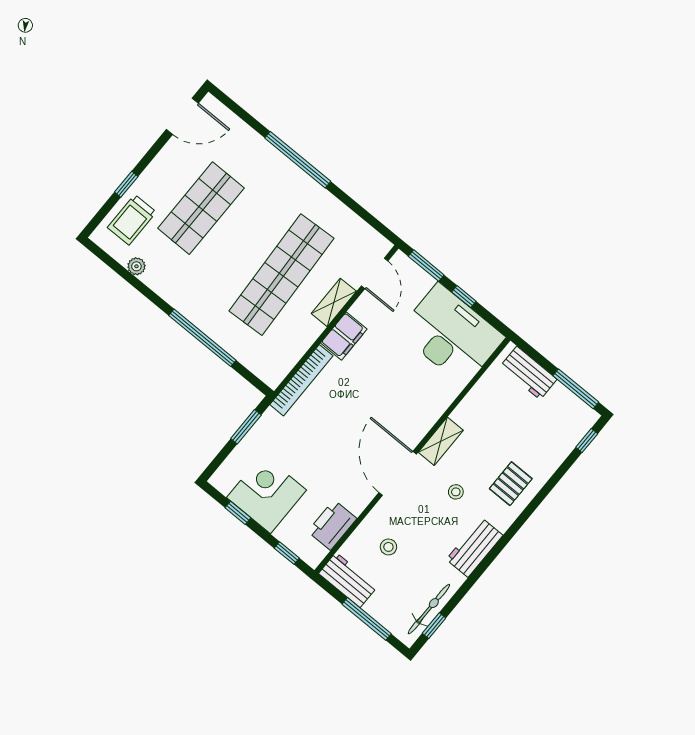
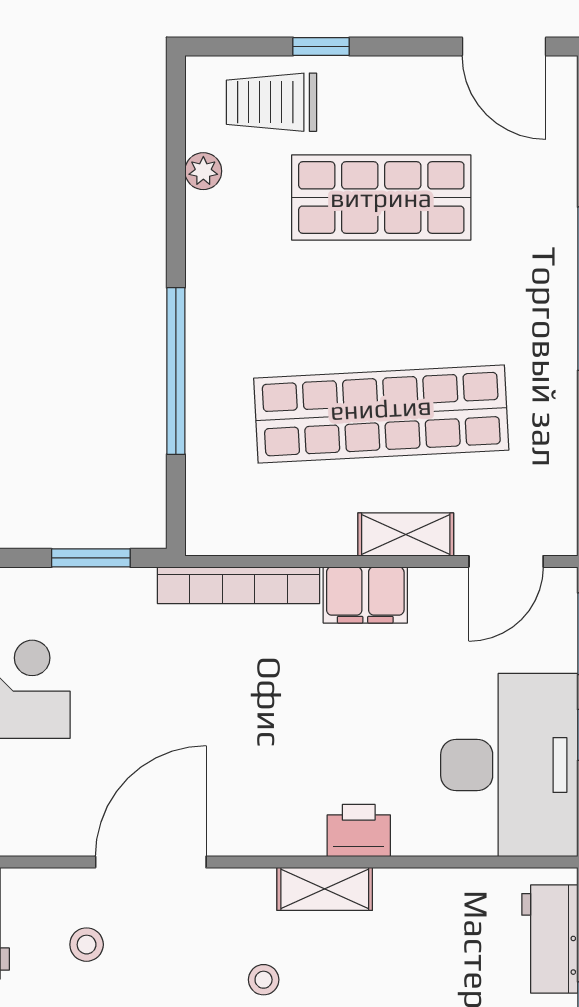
door: (398, 473) -> (151, 862), moved
printer: (332, 525) -> (359, 831), moved, width x0.73, depth x0.84

